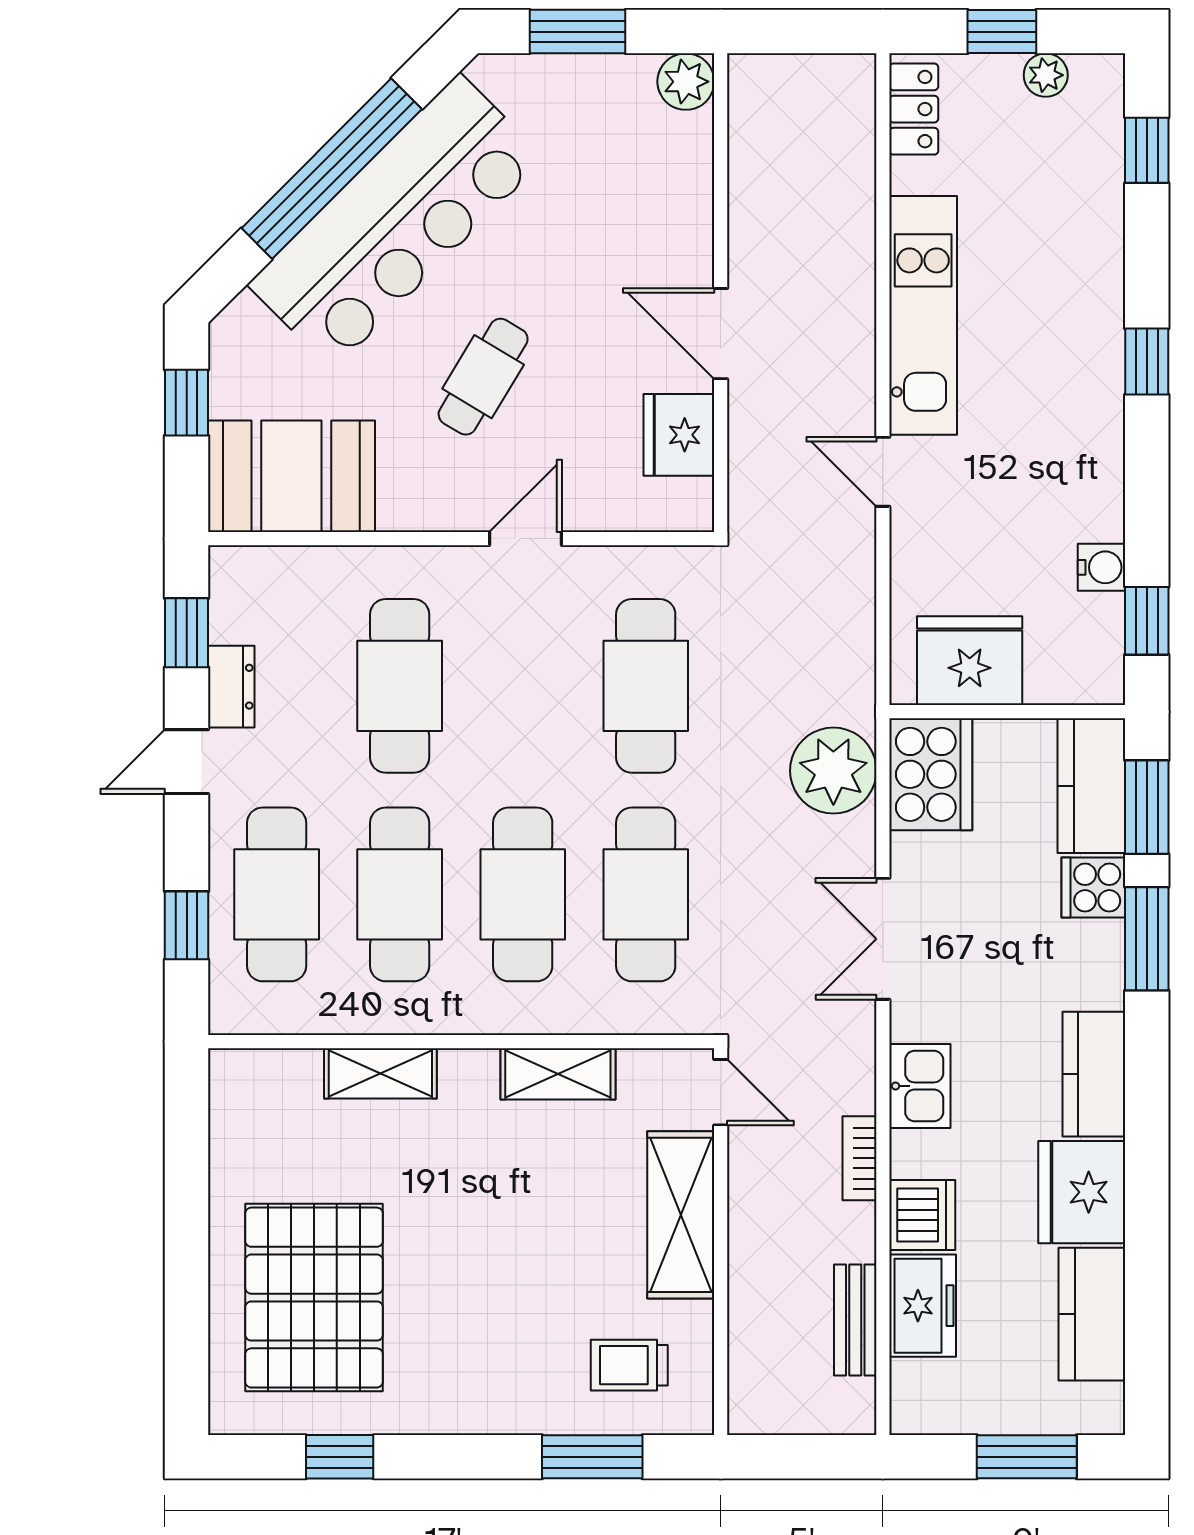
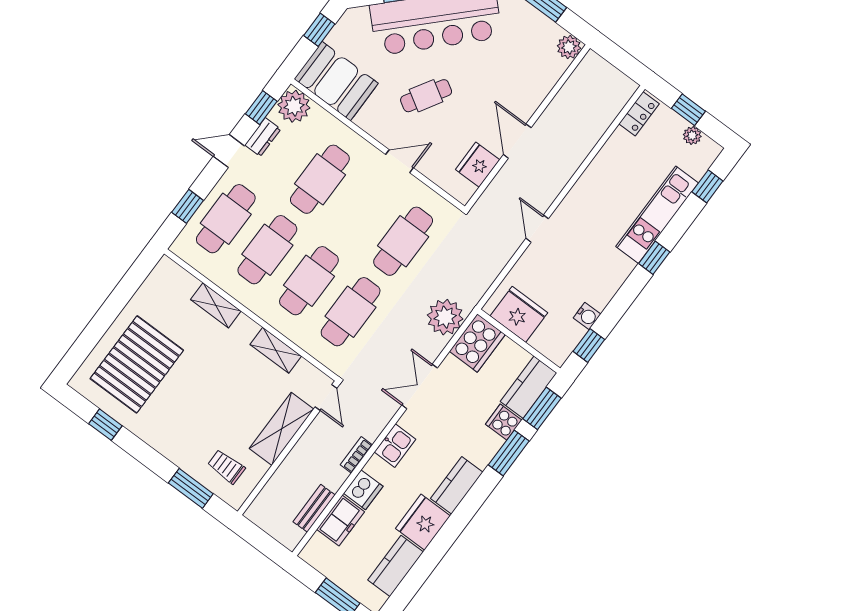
kitchen unit: (923, 315) -> (657, 215), moved, turned 180
plant: (247, 584) -> (294, 106), added

